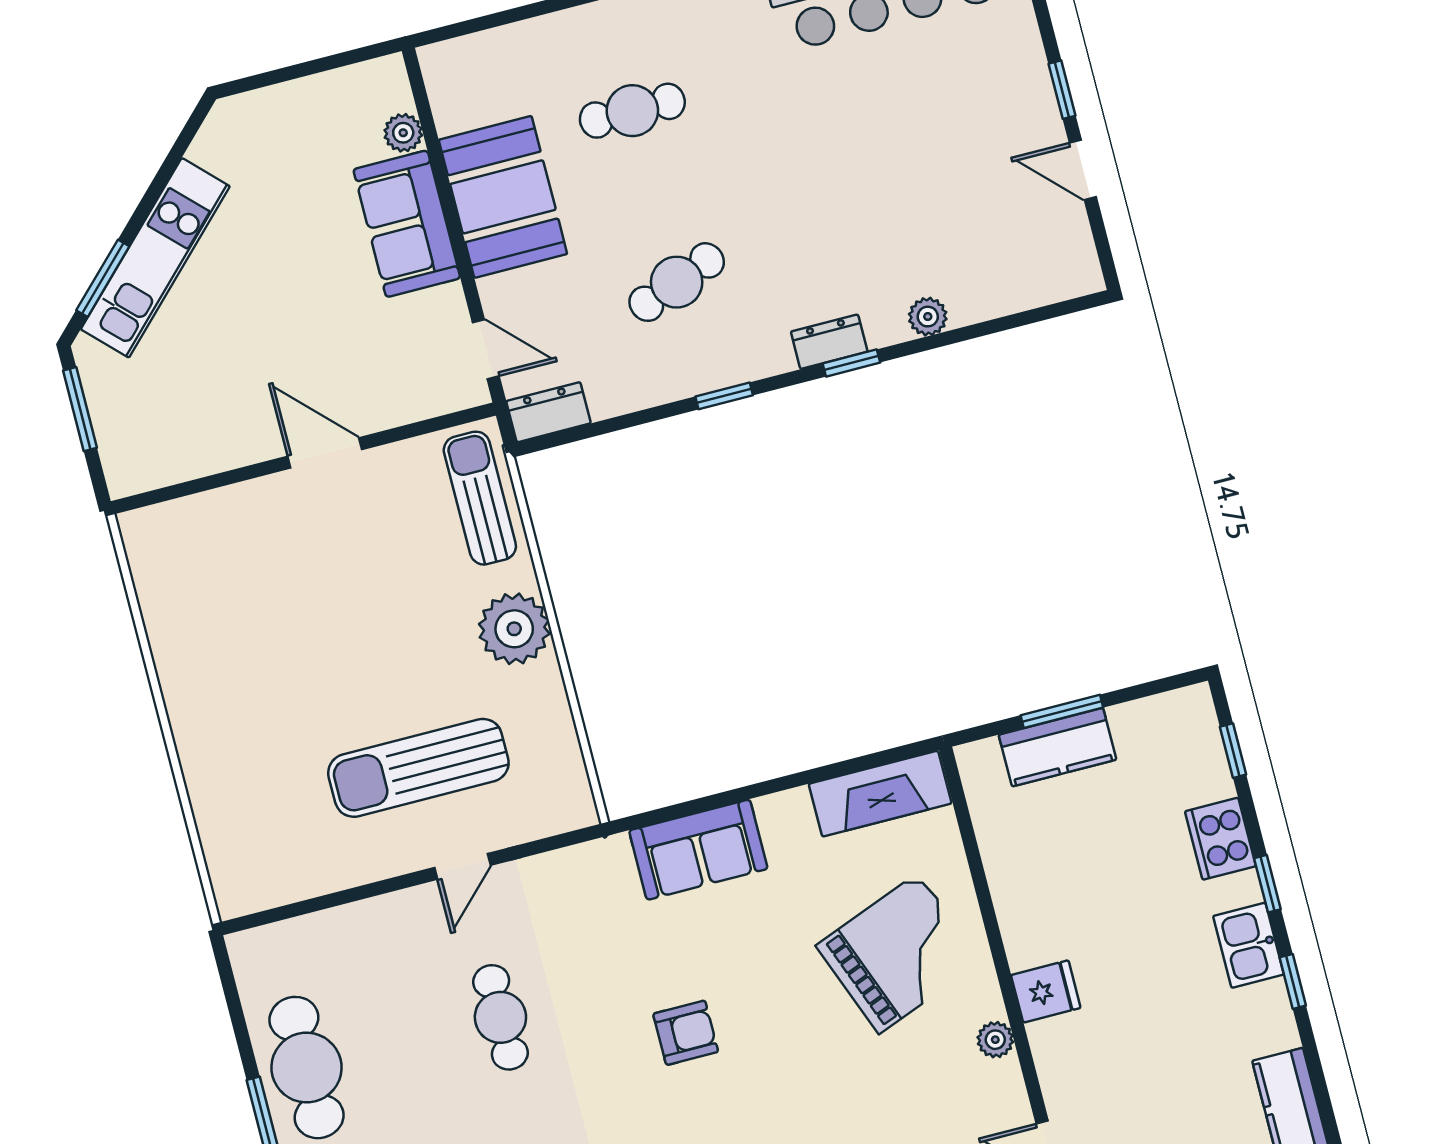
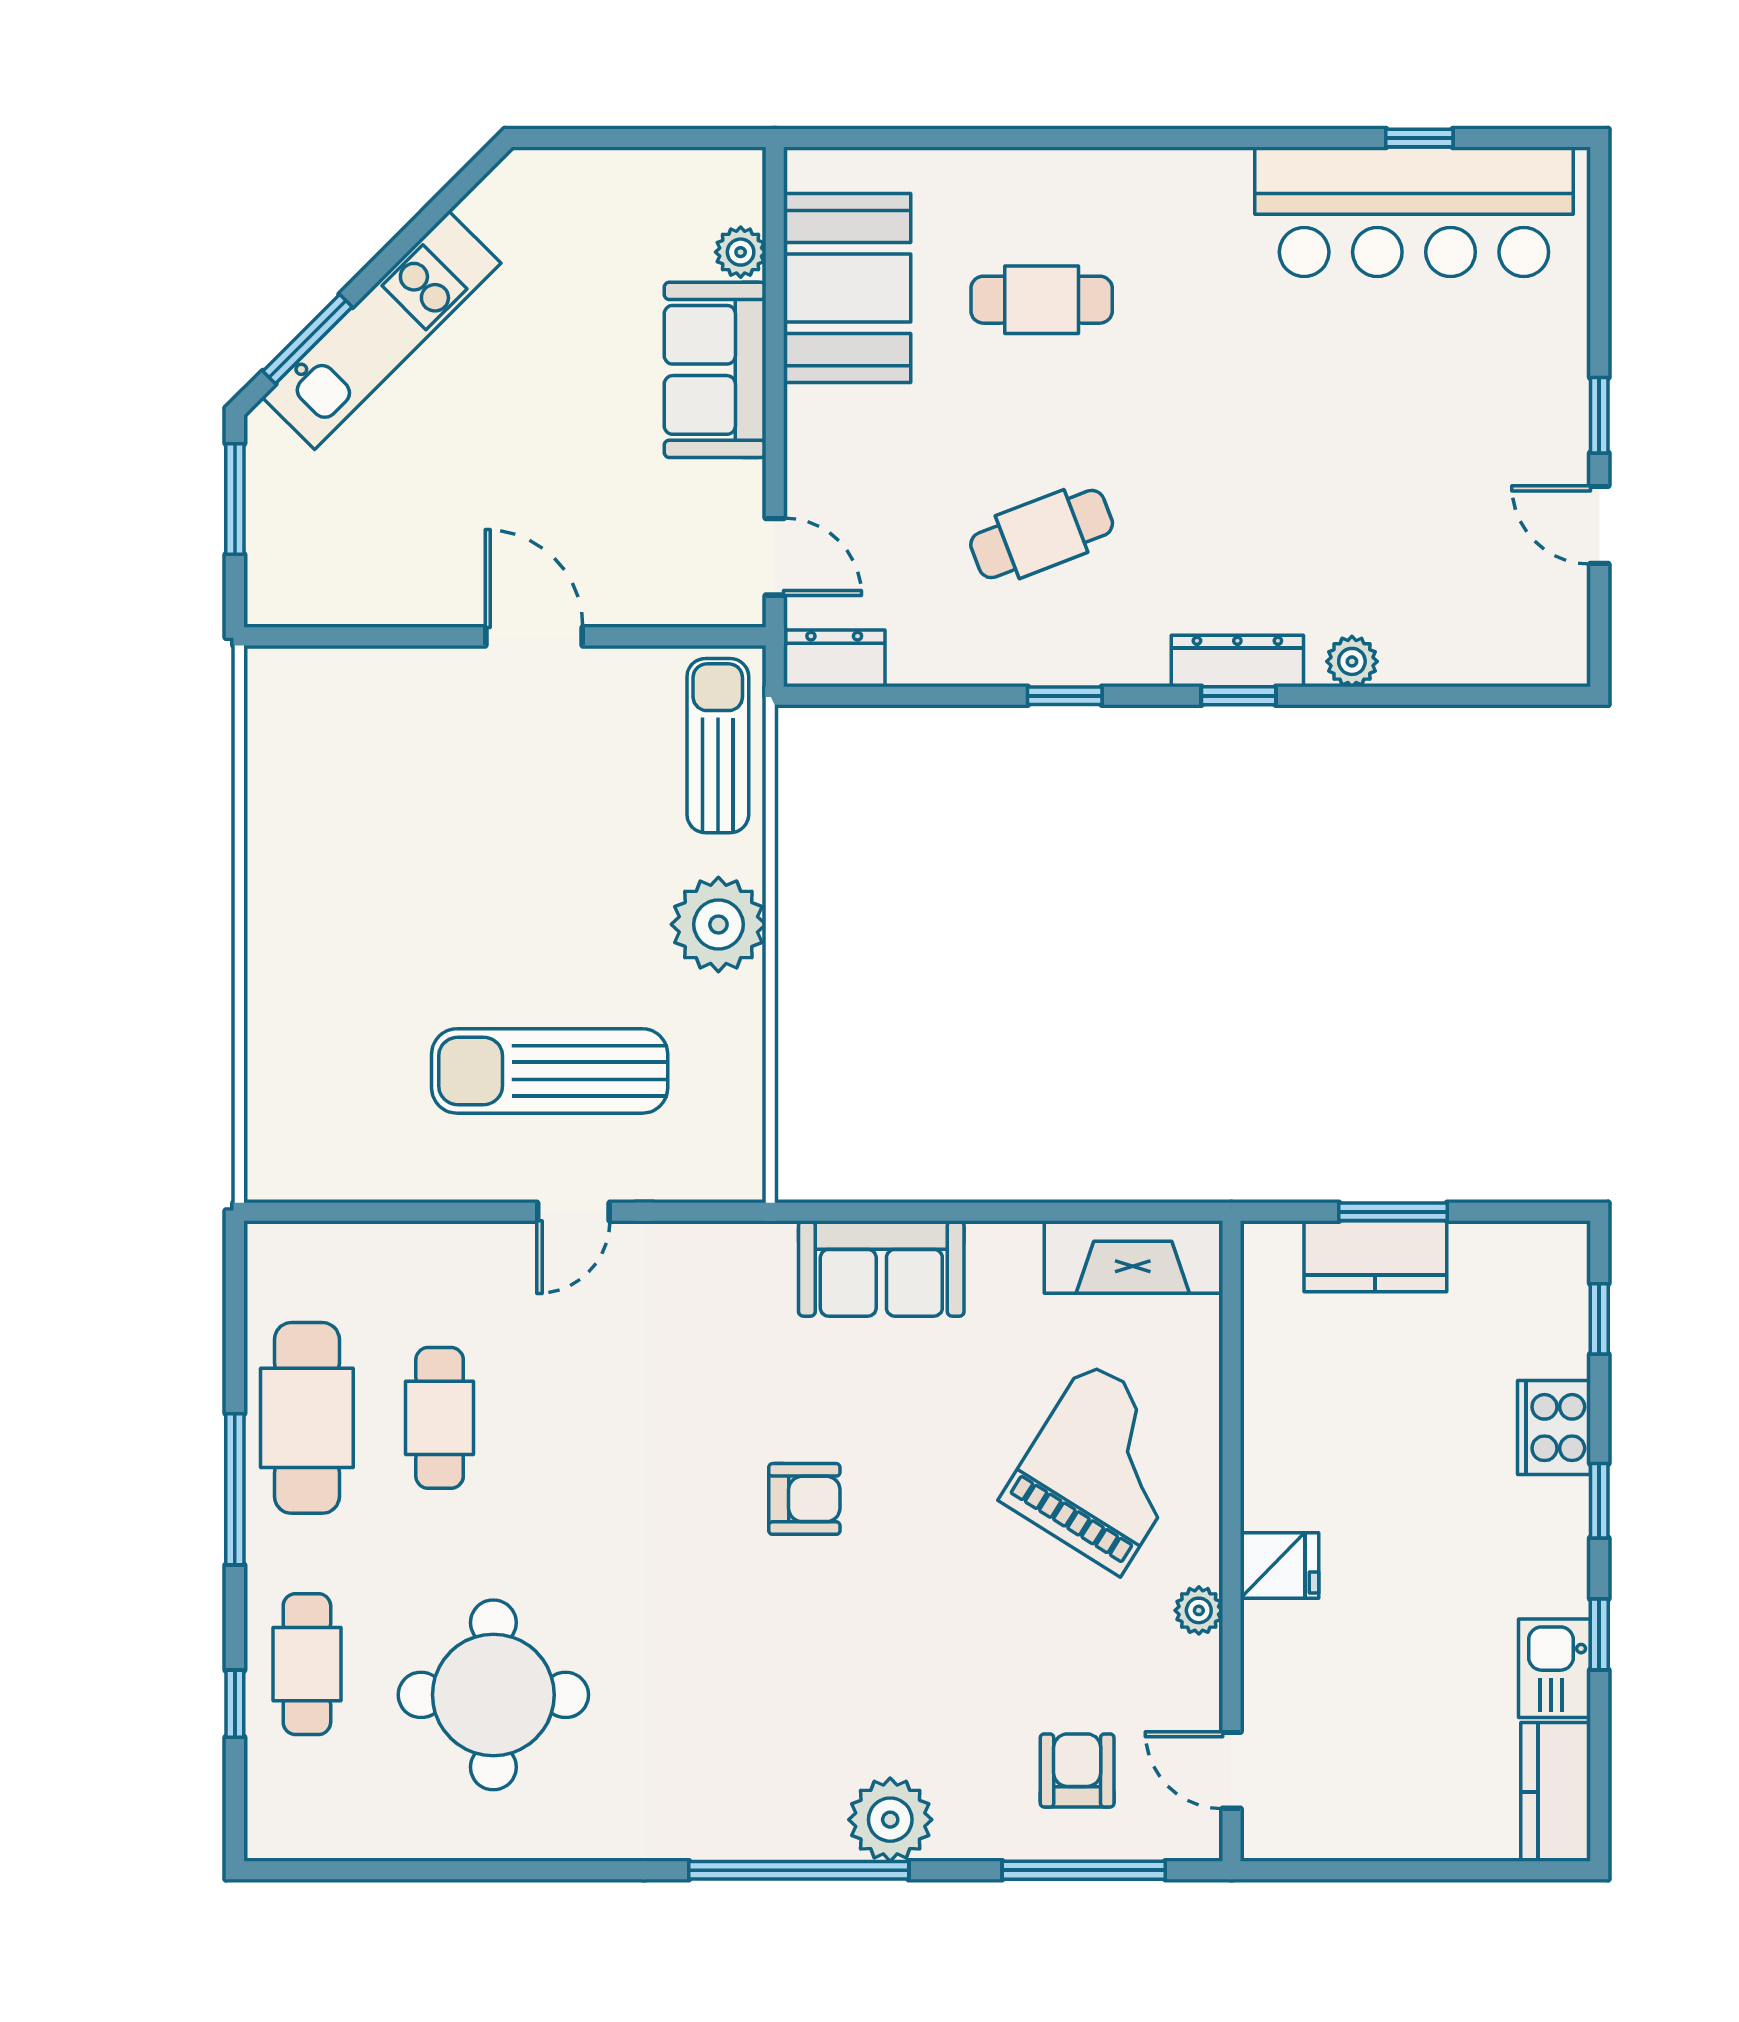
booth: (503, 197) -> (847, 288), moved
dresser: (829, 342) -> (1237, 661), width x1.44
kitchen sink: (1249, 945) -> (1555, 1668), moved
grand piano: (899, 953) -> (1103, 1468), turned -37
cafe table: (500, 1017) -> (440, 1418), moved

